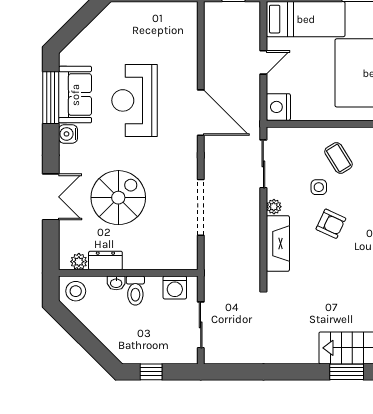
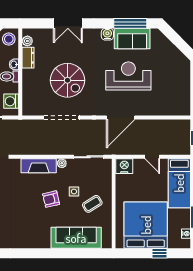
spiral stairs: (118, 198) -> (67, 80), moved
armchair: (331, 224) -> (51, 199), turned 52

